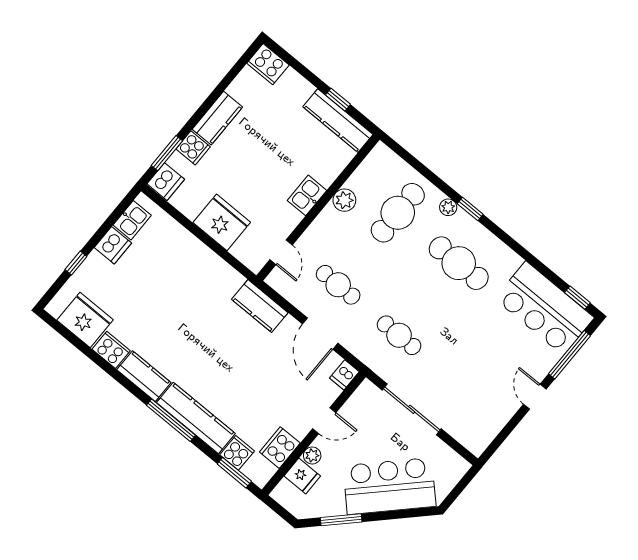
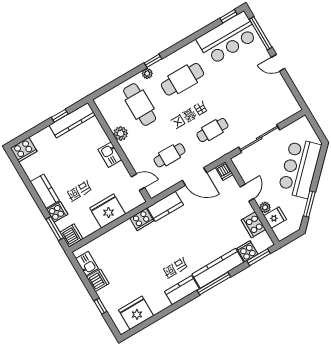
cooker: (111, 350) -> (142, 219), moved, turned 180

